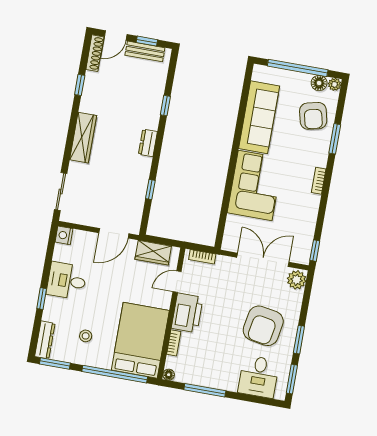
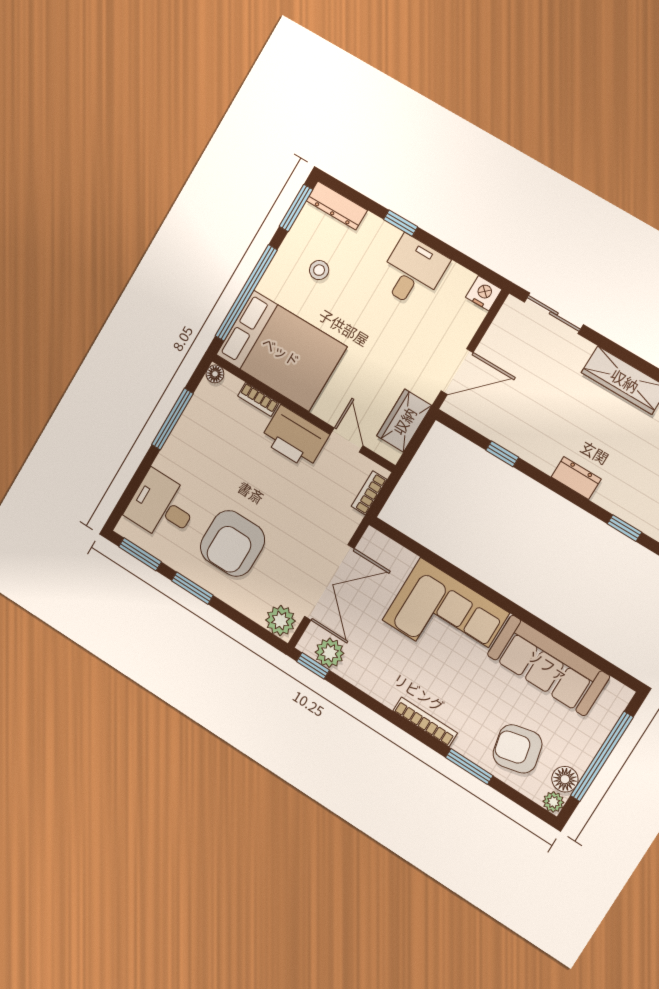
bookcase: (319, 181) -> (425, 722), width x1.56
door: (114, 233) -> (457, 372), swing flipped
plant: (303, 244) -> (330, 653), added
armchair: (263, 326) -> (232, 543), turned -100

